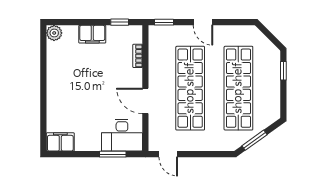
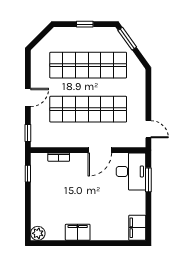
filing cabinet: (92, 34) -> (78, 232), moved, turned -90
window: (283, 71) -> (85, 24), moved
window: (254, 140) -> (127, 39), moved
door: (168, 154) -> (148, 129), hinge flipped

